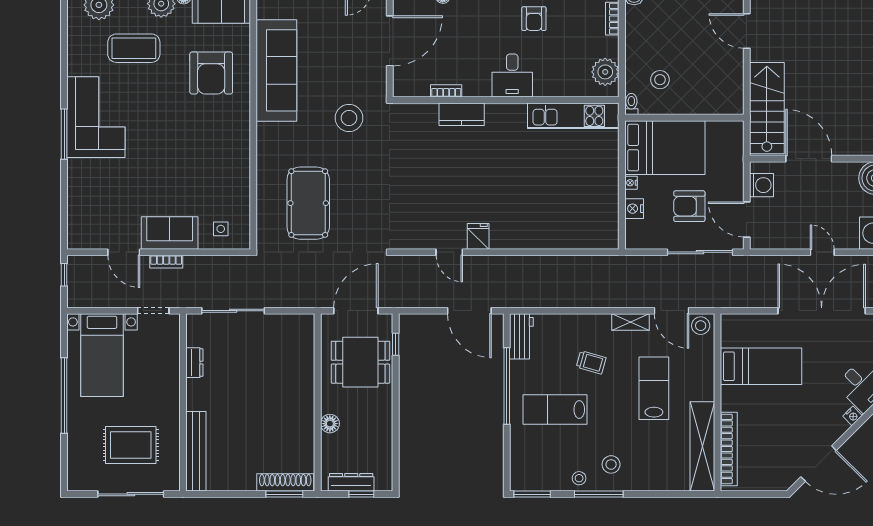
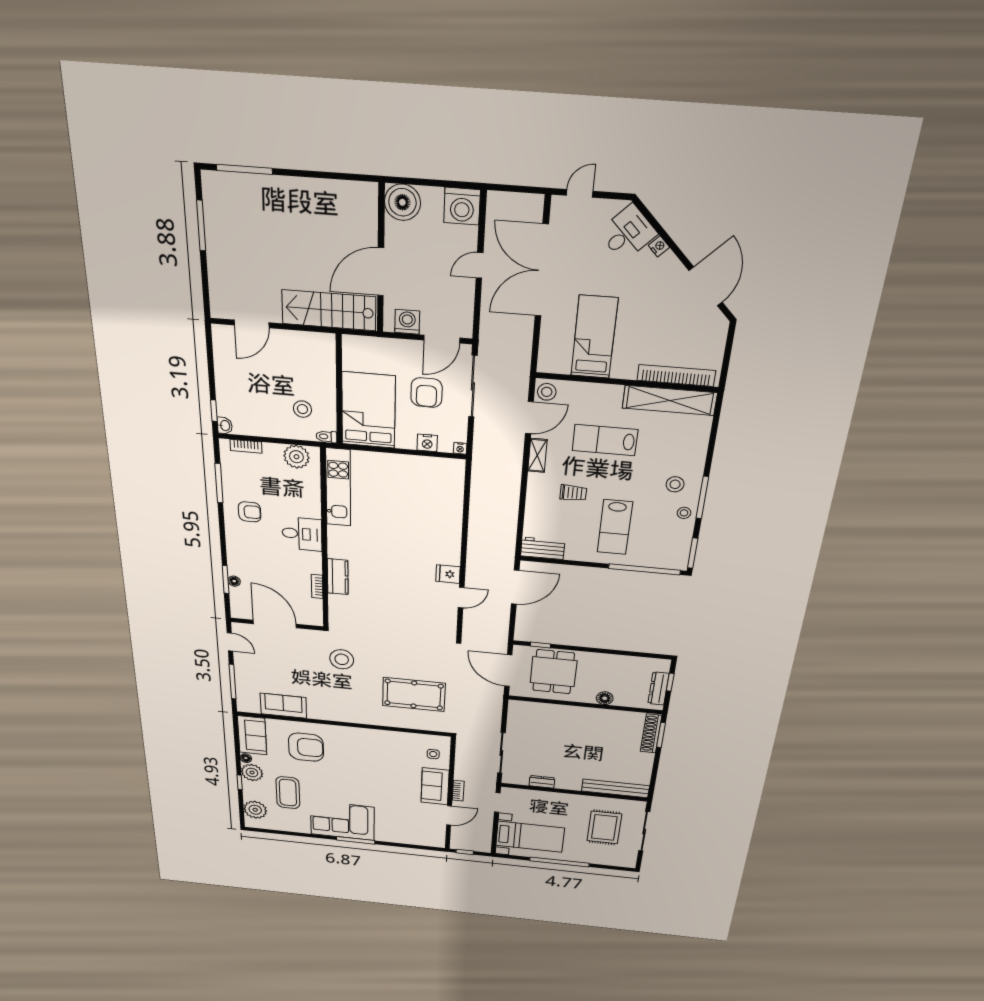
sofa: (276, 70) -> (283, 706), width x0.54, depth x0.79
nightstand: (631, 183) -> (460, 448), moved
trolley: (591, 362) -> (573, 493), turned 74
window: (507, 386) -> (644, 569), moved

